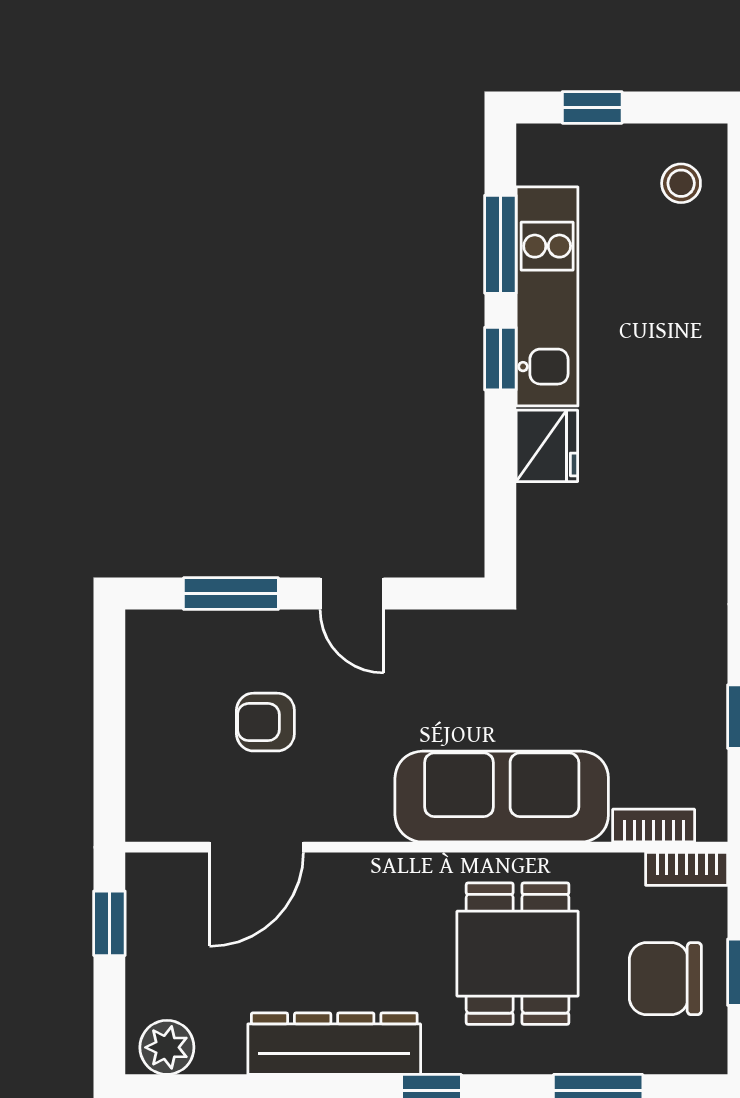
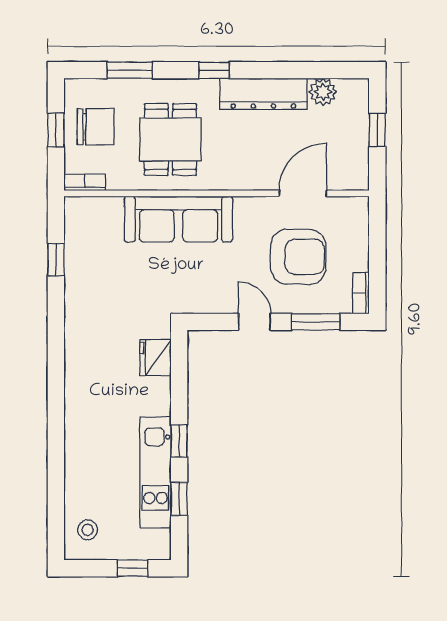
window: (500, 244) -> (179, 499), width x0.67
fridge: (547, 446) -> (156, 358), moved
armchair: (265, 722) -> (298, 257), width x1.88, depth x1.88
bookcase: (654, 826) -> (361, 293), moved, turned 90
window: (109, 923) -> (377, 130), moved
plant: (167, 1047) -> (323, 92), moved

